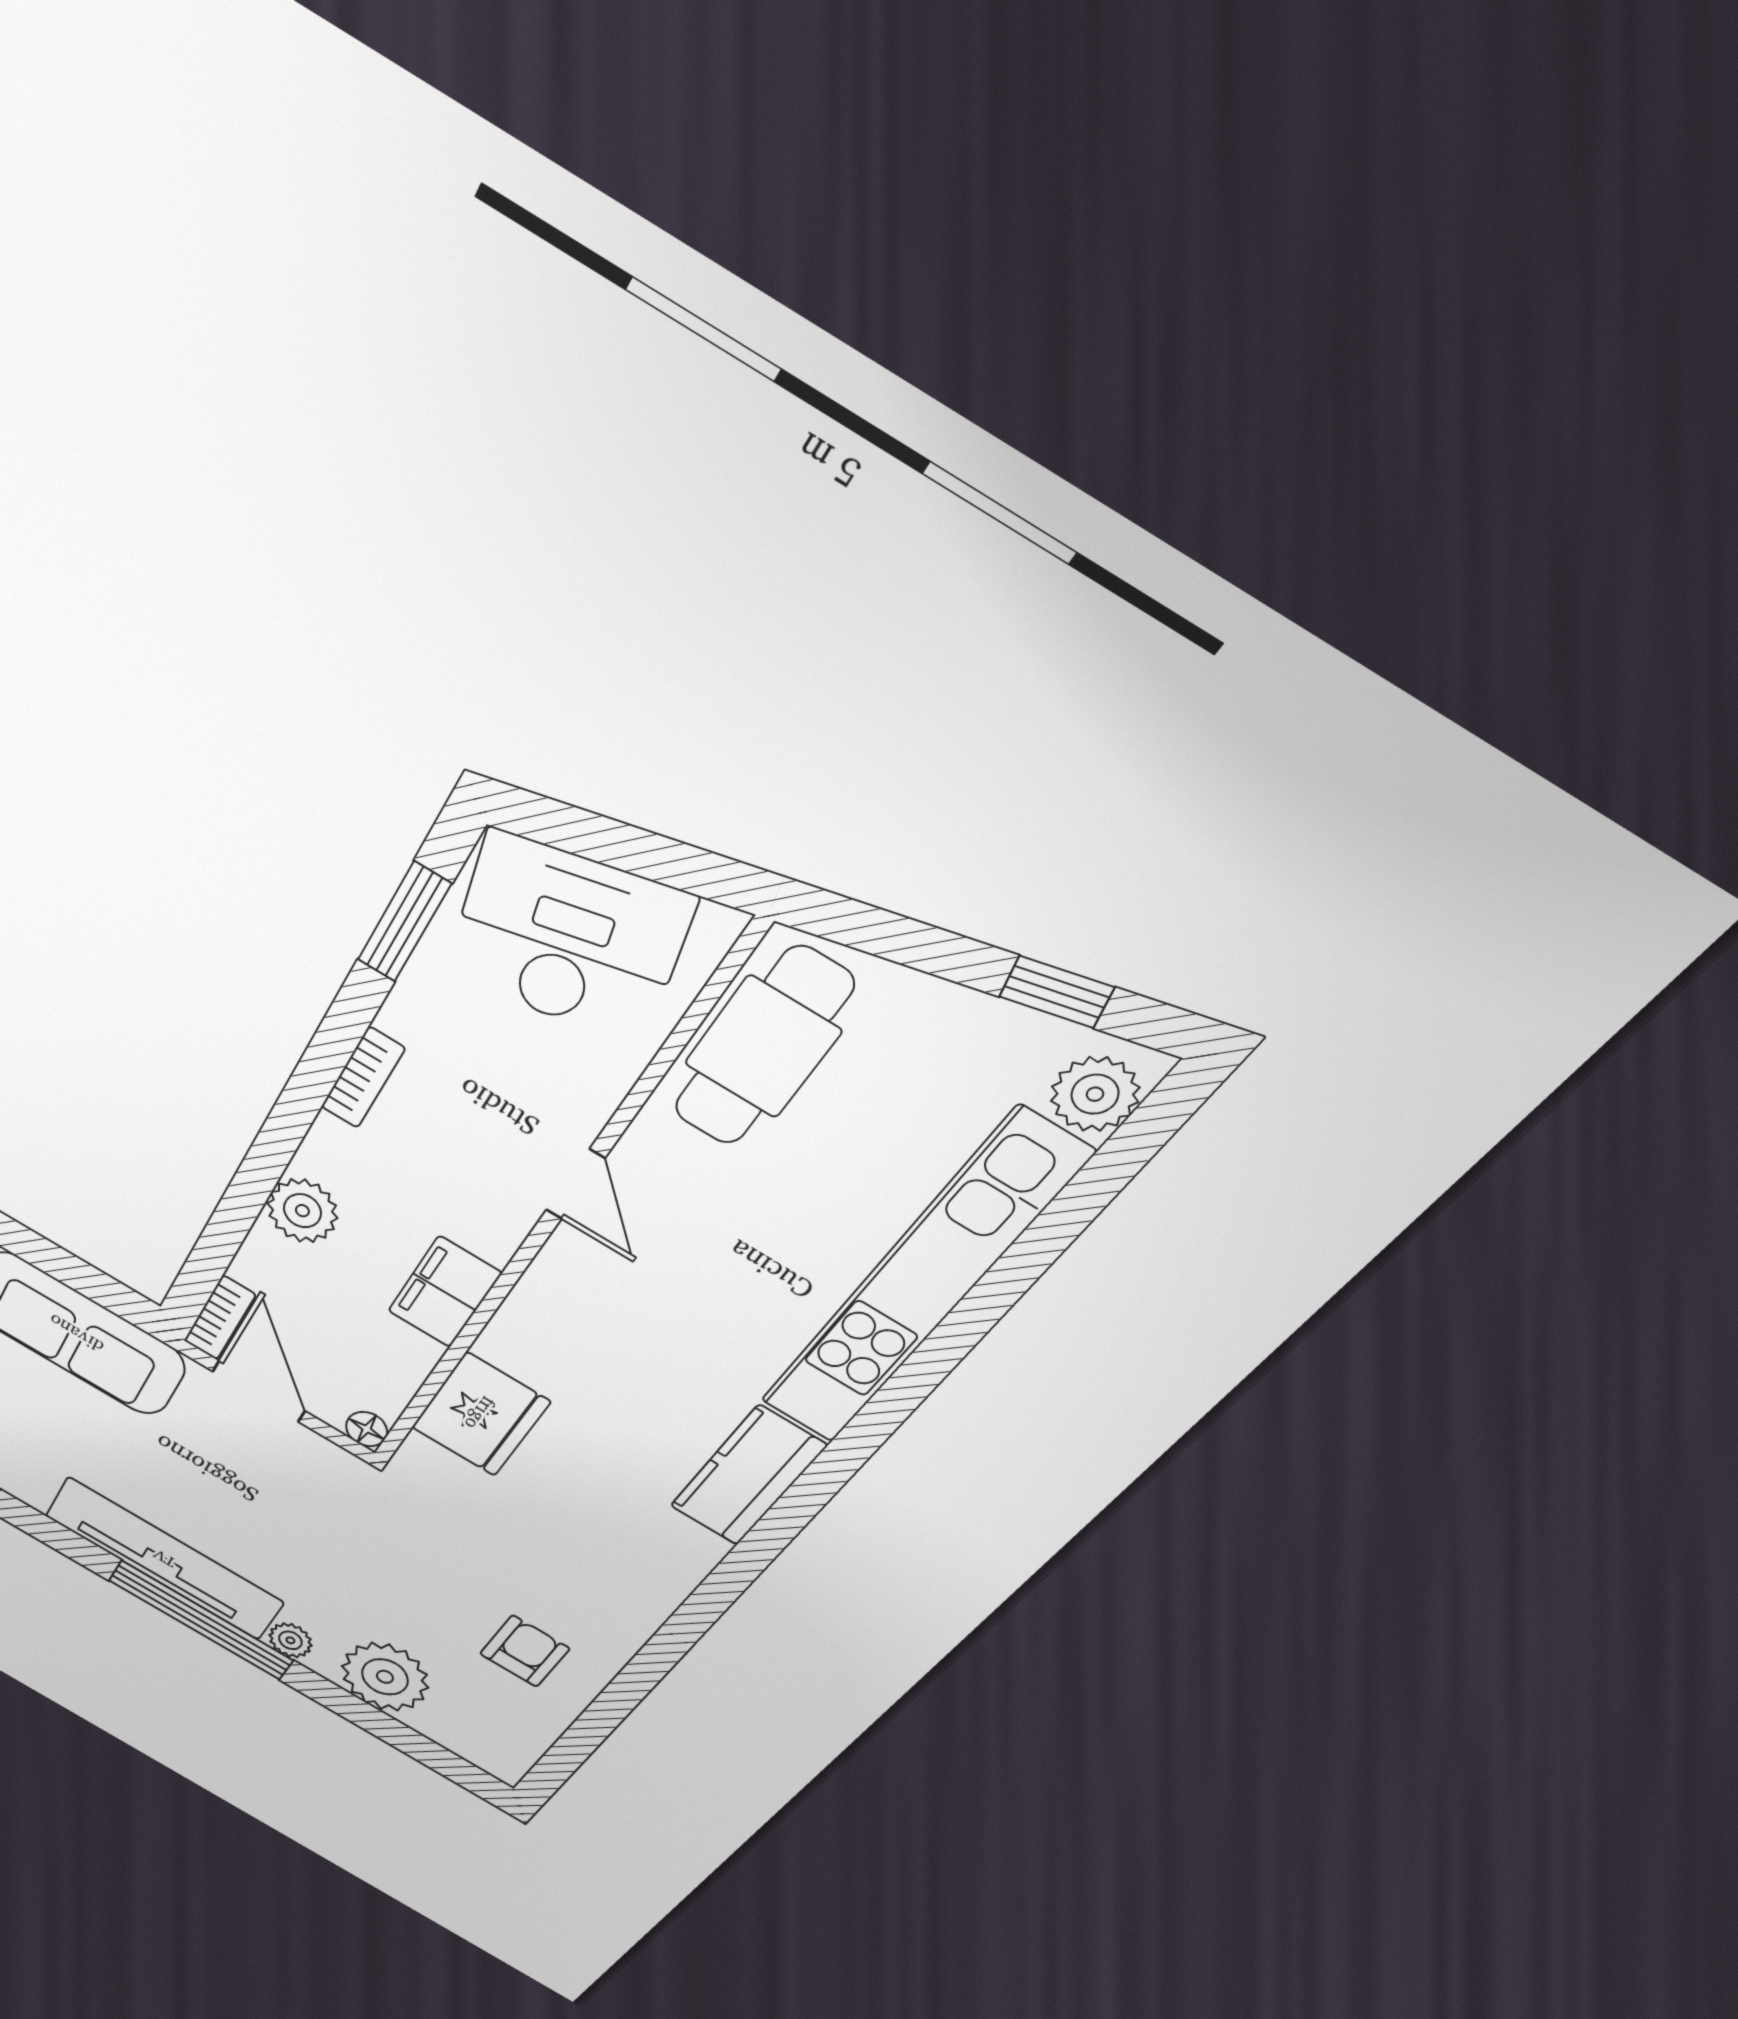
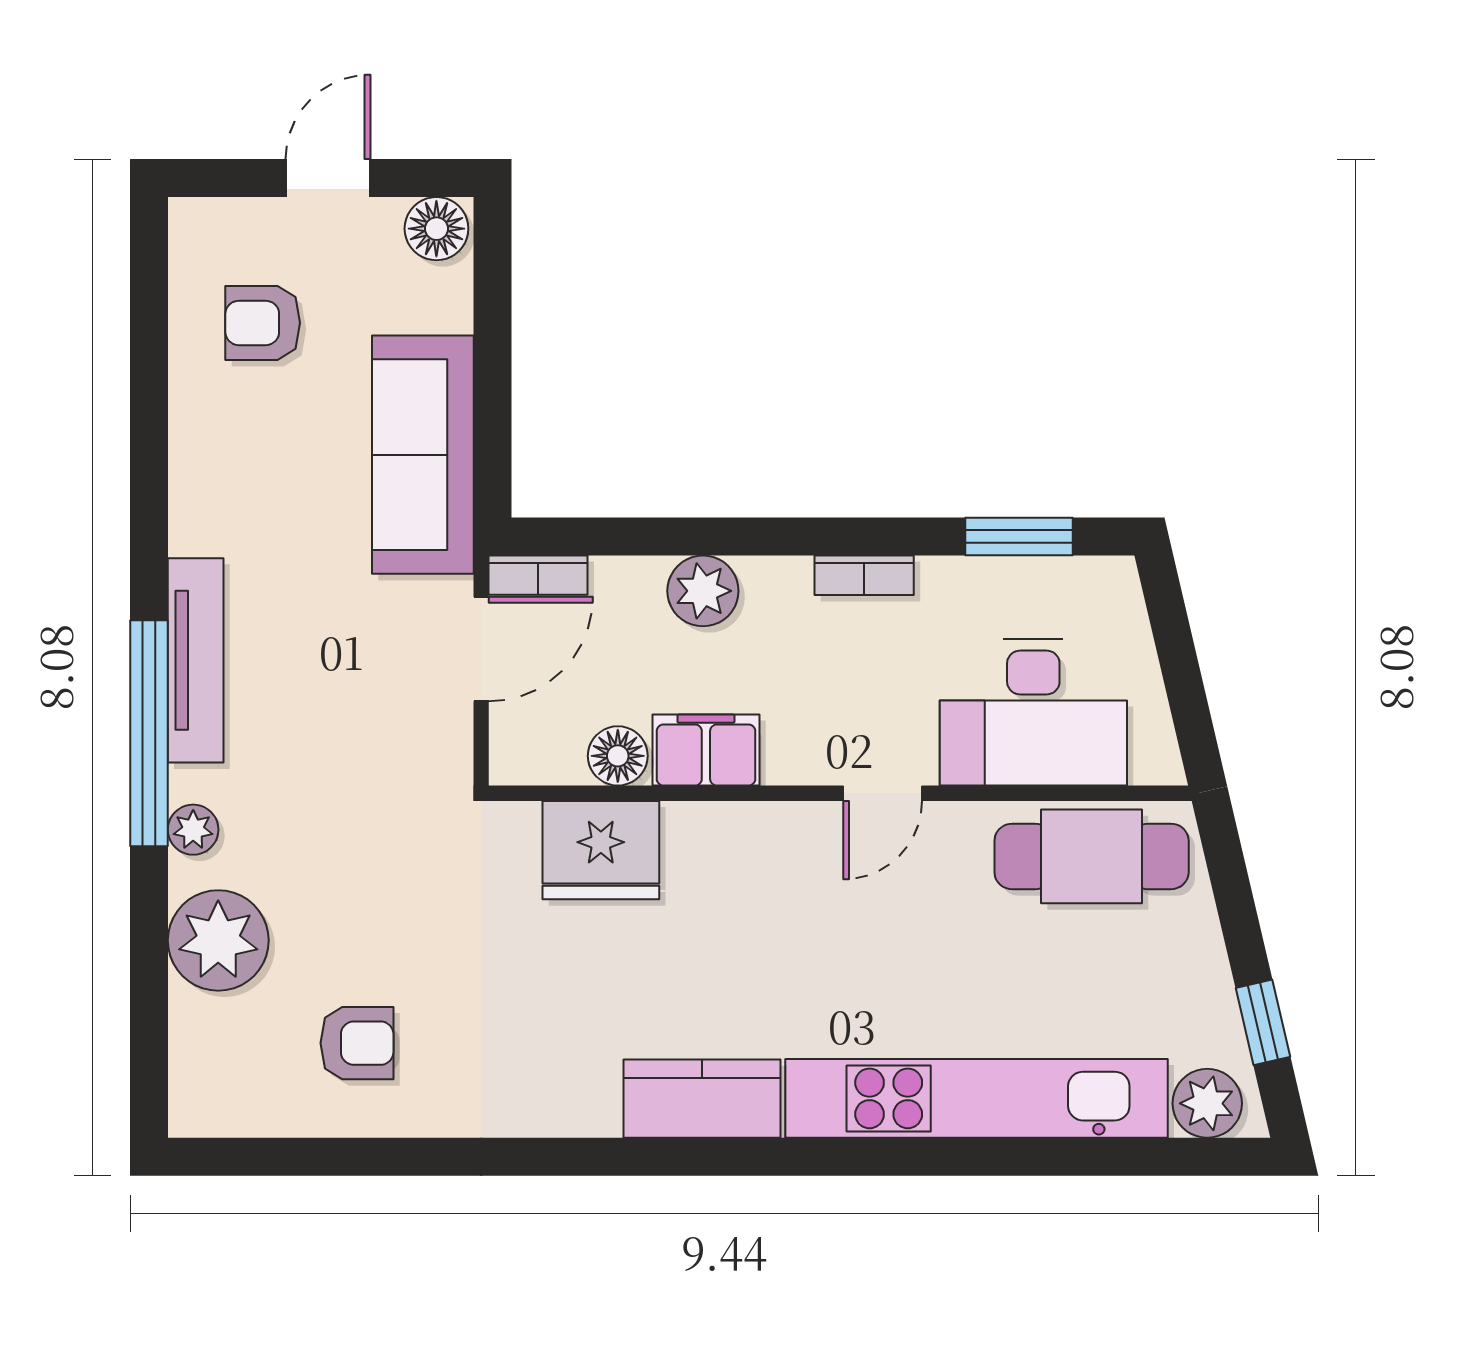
desk: (568, 938) -> (1033, 712), moved, turned 103
floor lamp: (367, 1429) -> (618, 756), moved, width x1.37, depth x1.37
tv unit: (164, 1559) -> (196, 660), width x0.73, depth x0.78

